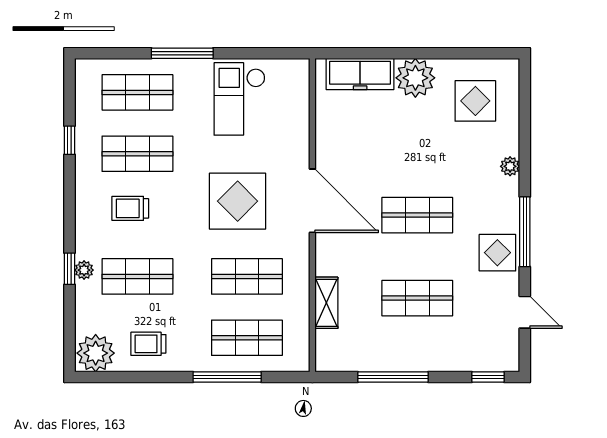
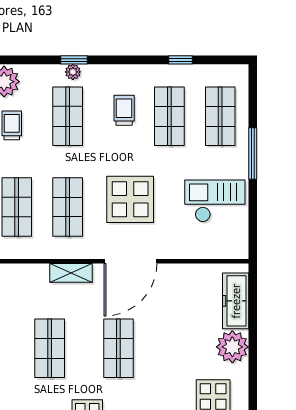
shelving: (326, 303) -> (71, 273), moved

